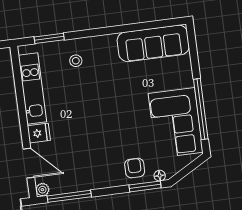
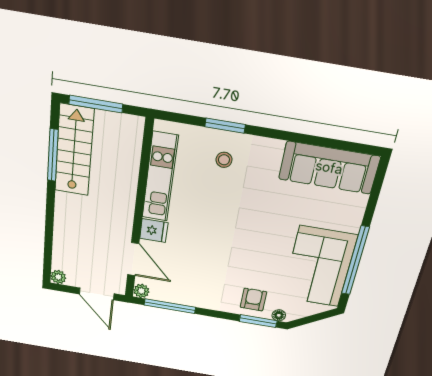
window: (49, 38) -> (225, 126), moved

